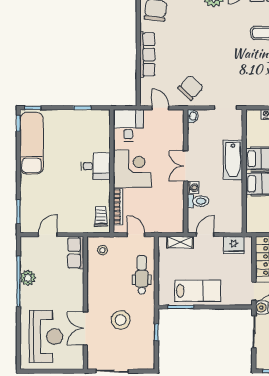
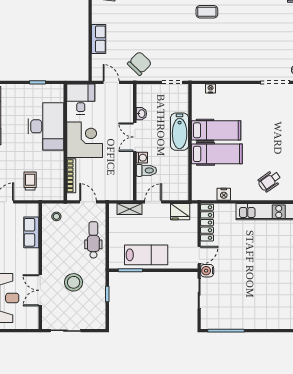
row of seats: (147, 54) -> (99, 39), width x0.68
washbasin: (193, 116) -> (141, 114), moved
desk: (96, 166) -> (46, 126), width x1.87, depth x1.30
trolley: (101, 217) -> (30, 181), moved
row of seats: (76, 253) -> (31, 232), moved

